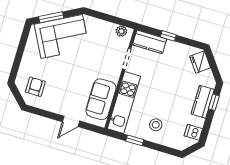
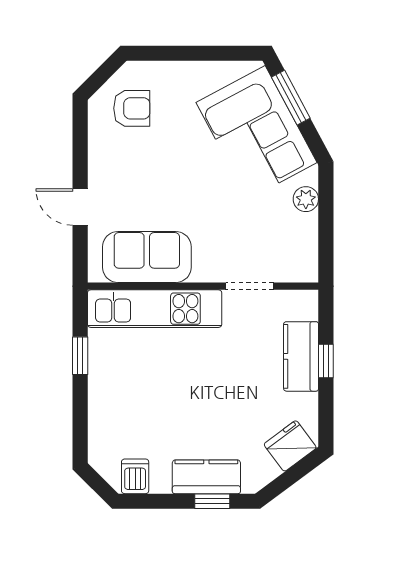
plant: (121, 31) -> (306, 199), moved
kitchen counter: (150, 42) -> (301, 356), moved
stool: (156, 125) -> (127, 391), removed

